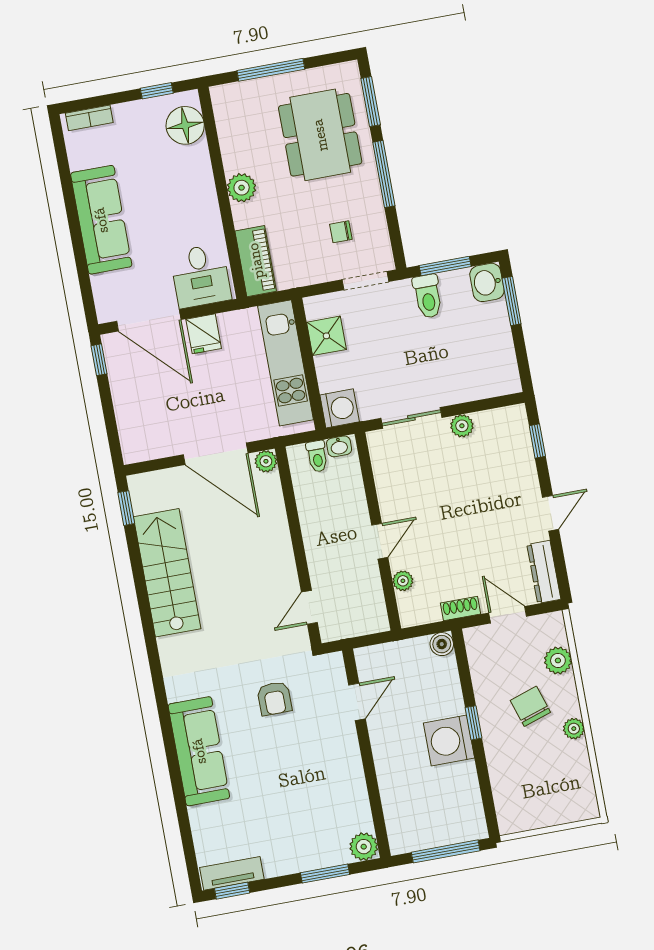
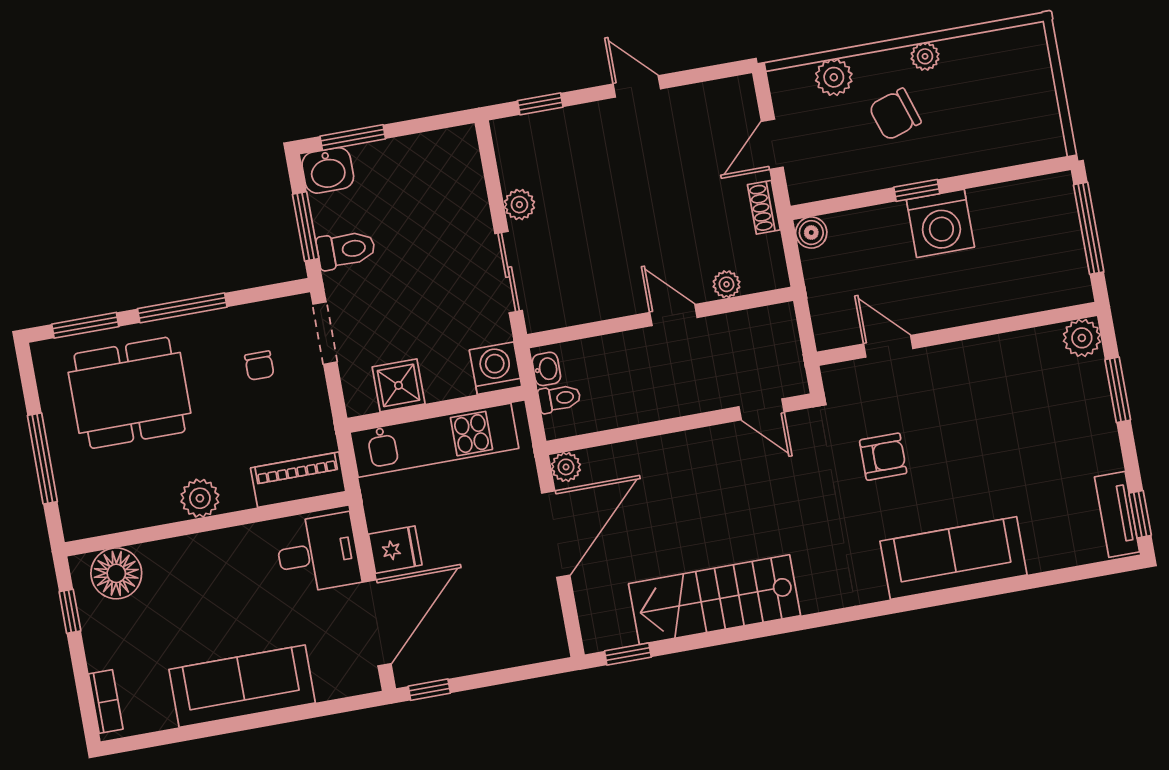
dresser: (544, 572) -> (715, 96), removed

